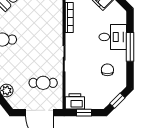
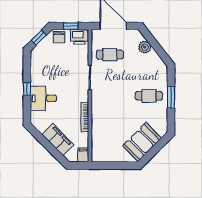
window: (130, 47) -> (27, 89), width x0.46
chair: (107, 70) -> (59, 37), moved

